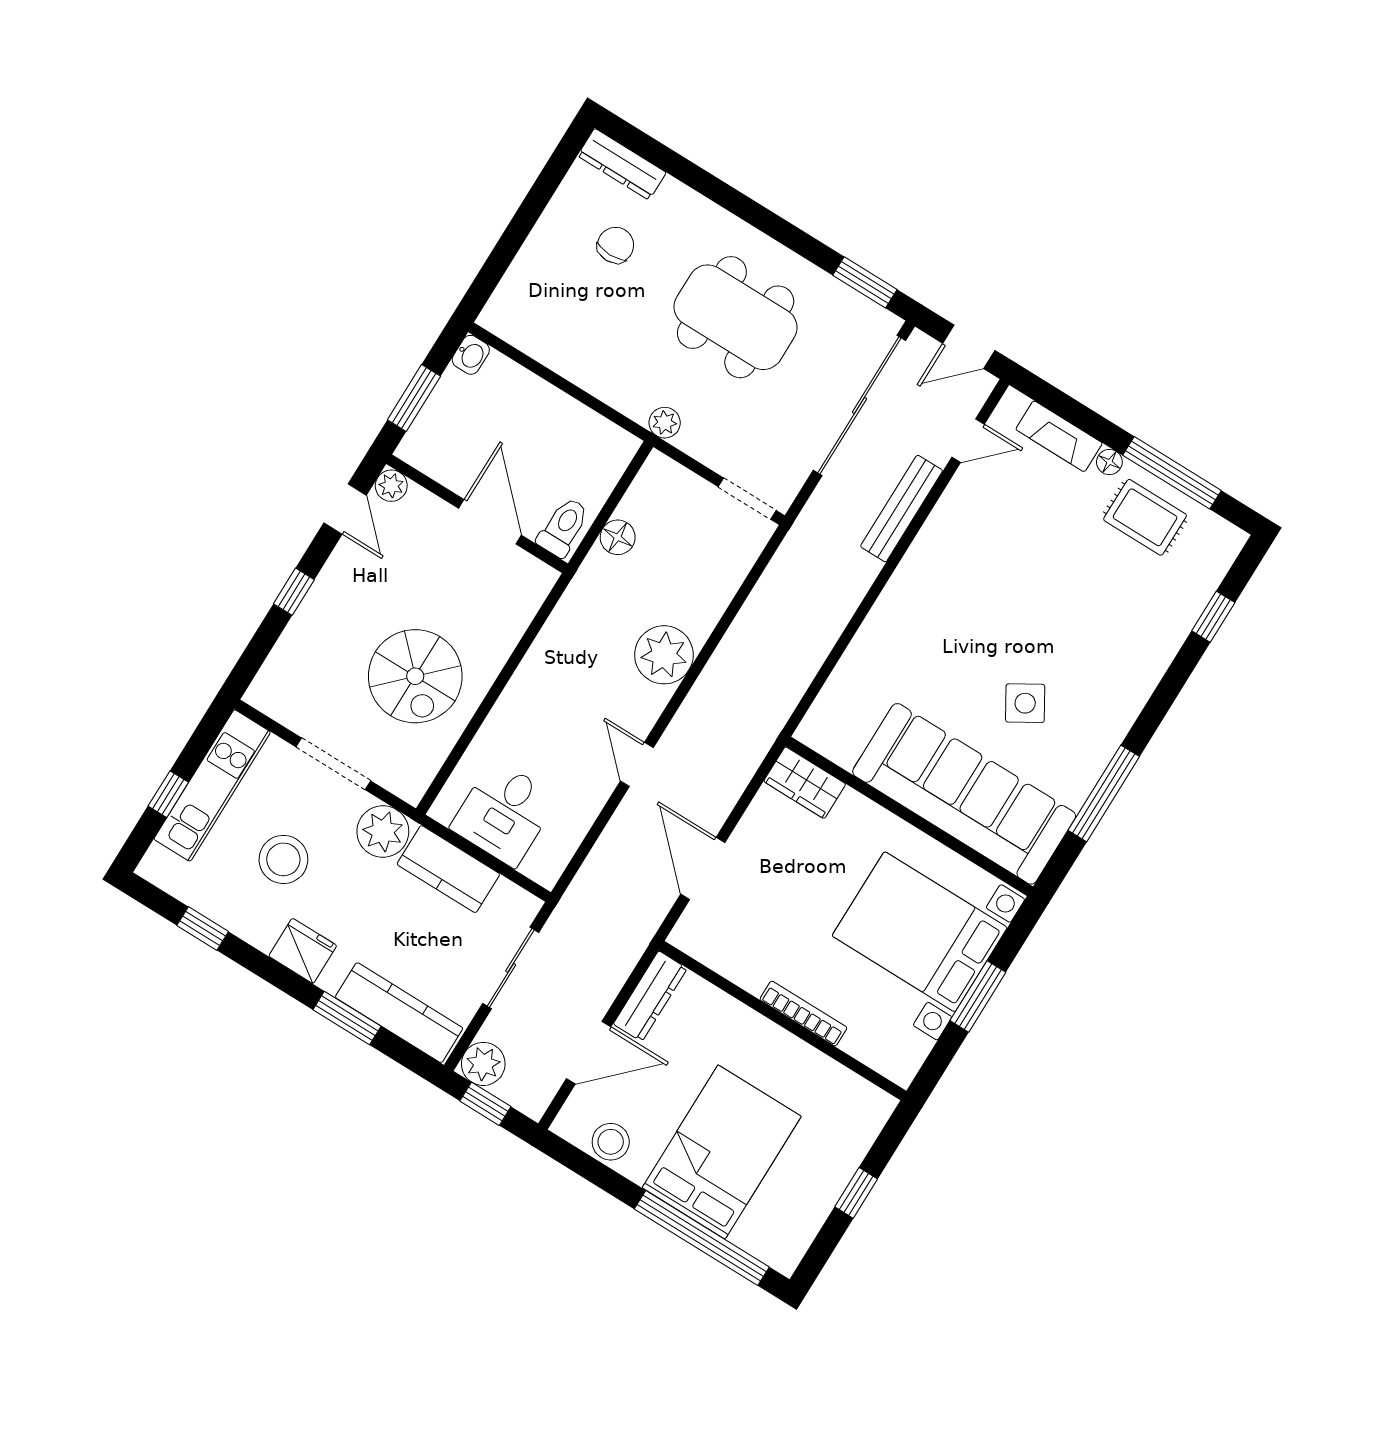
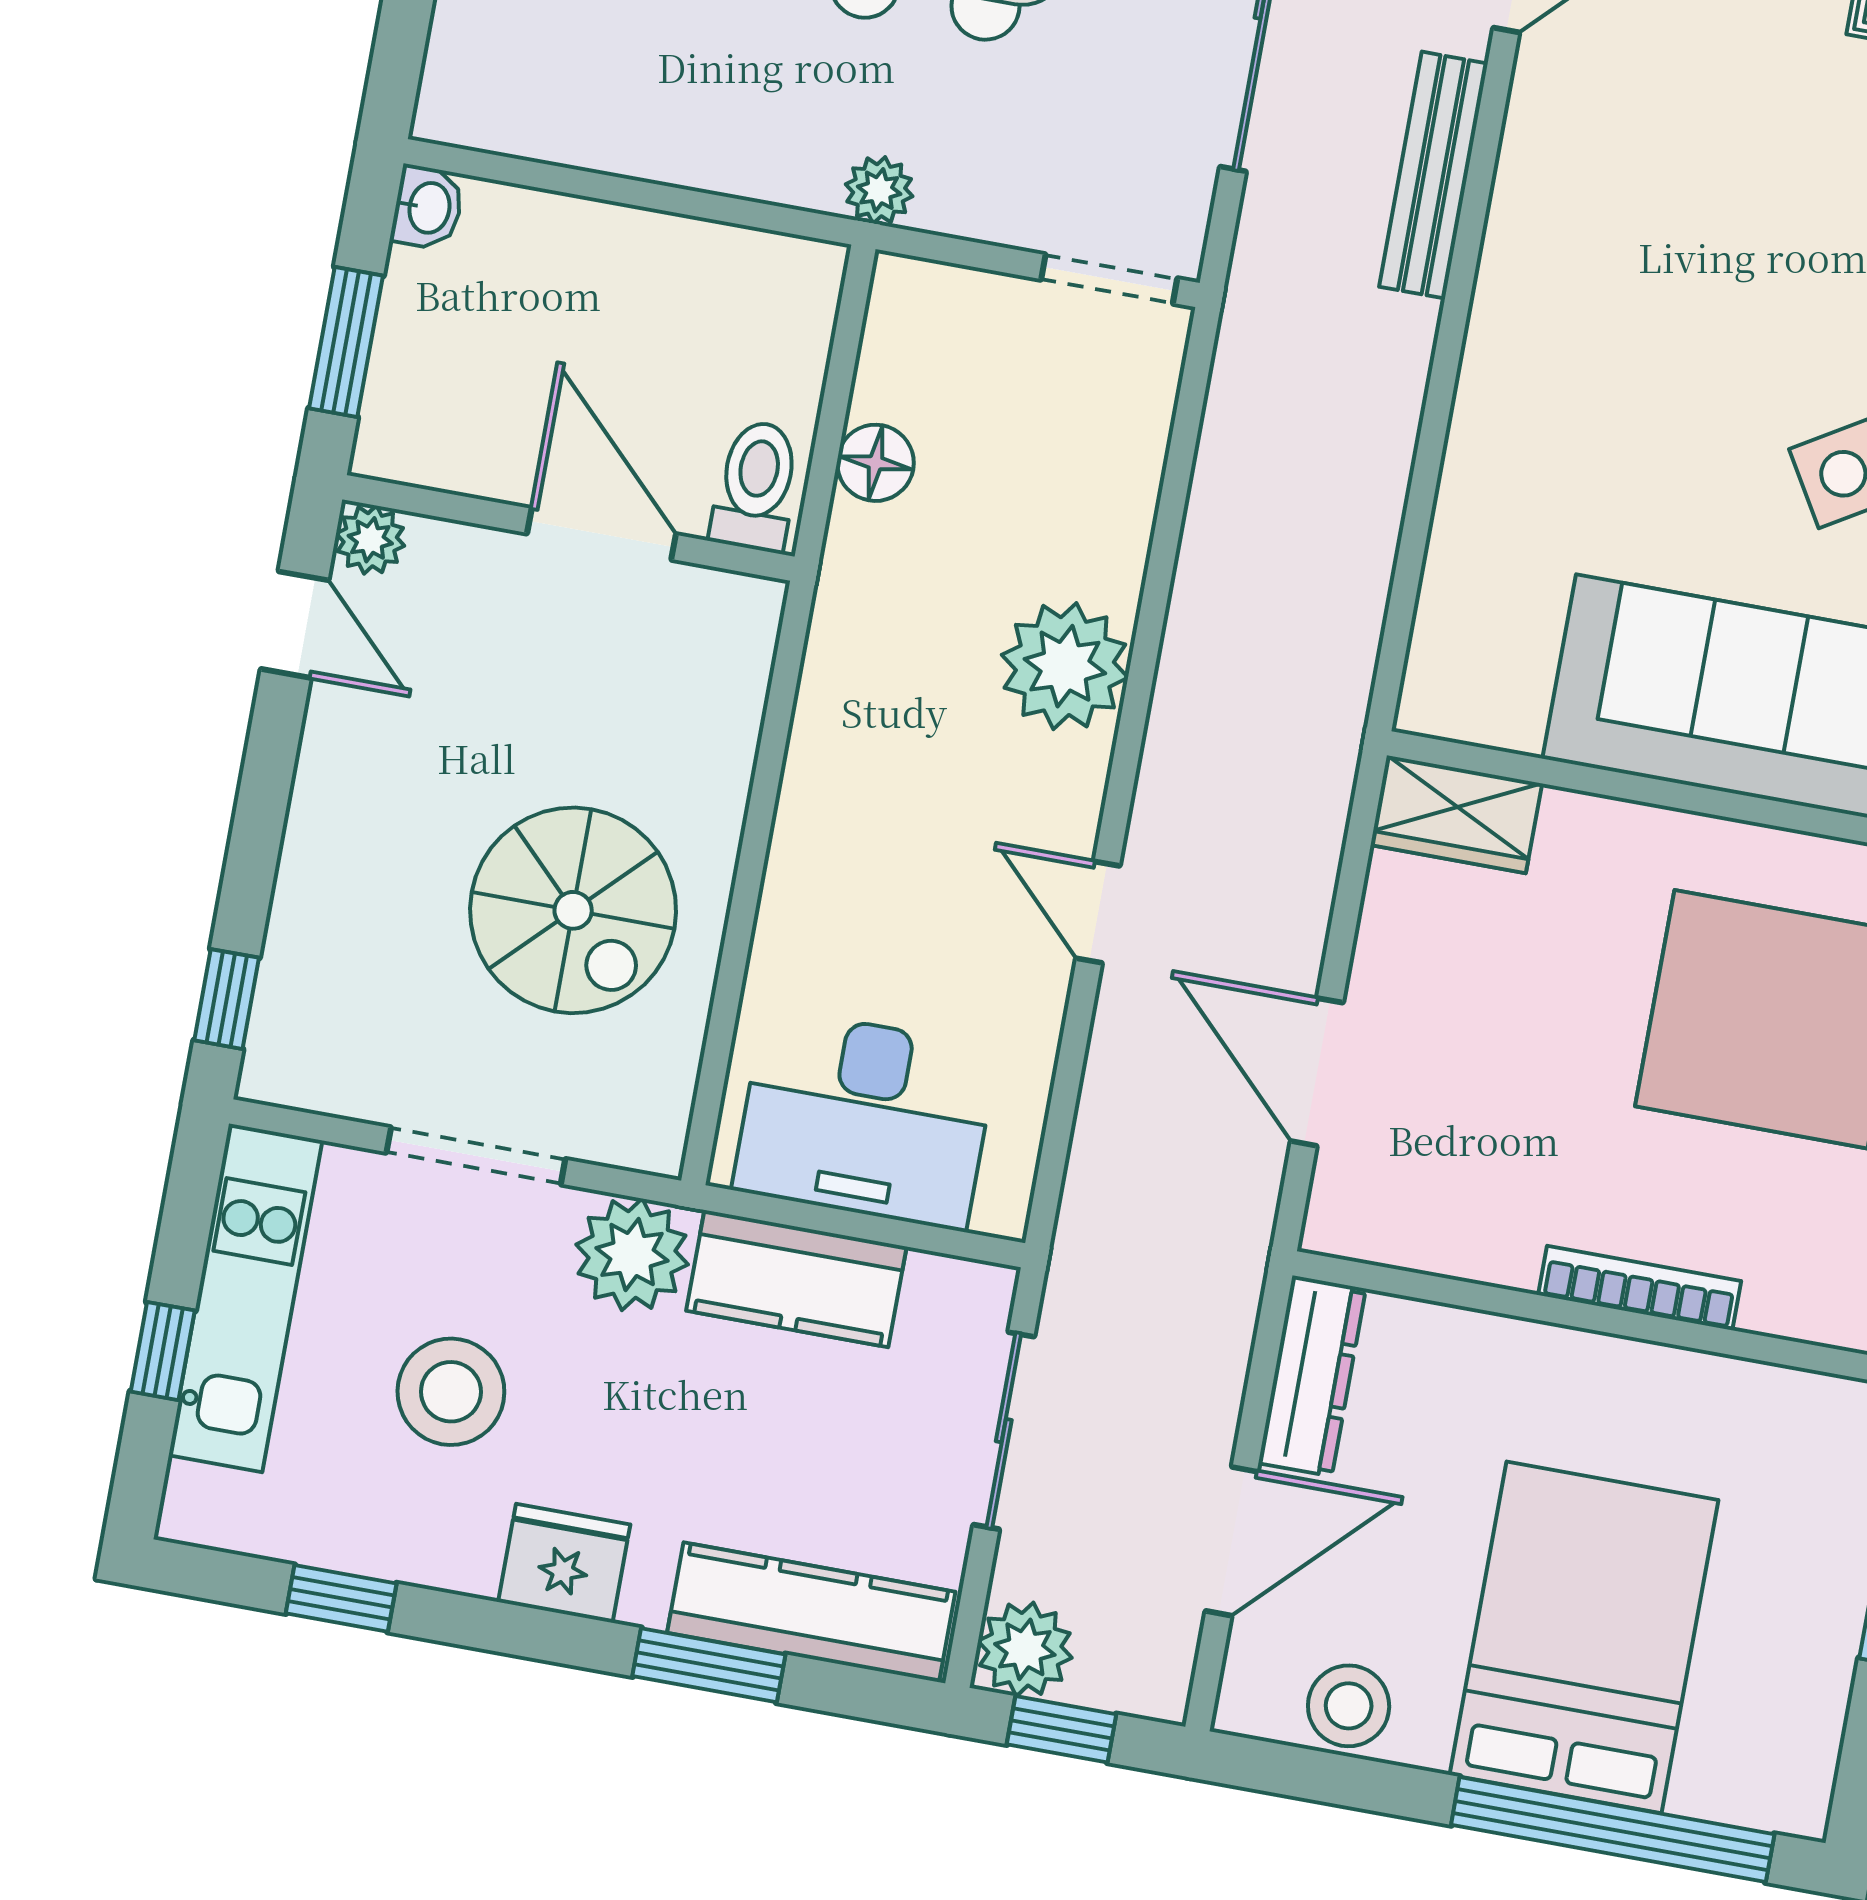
window: (294, 592) -> (227, 999), moved
desk: (504, 813) -> (865, 1119), width x1.37

